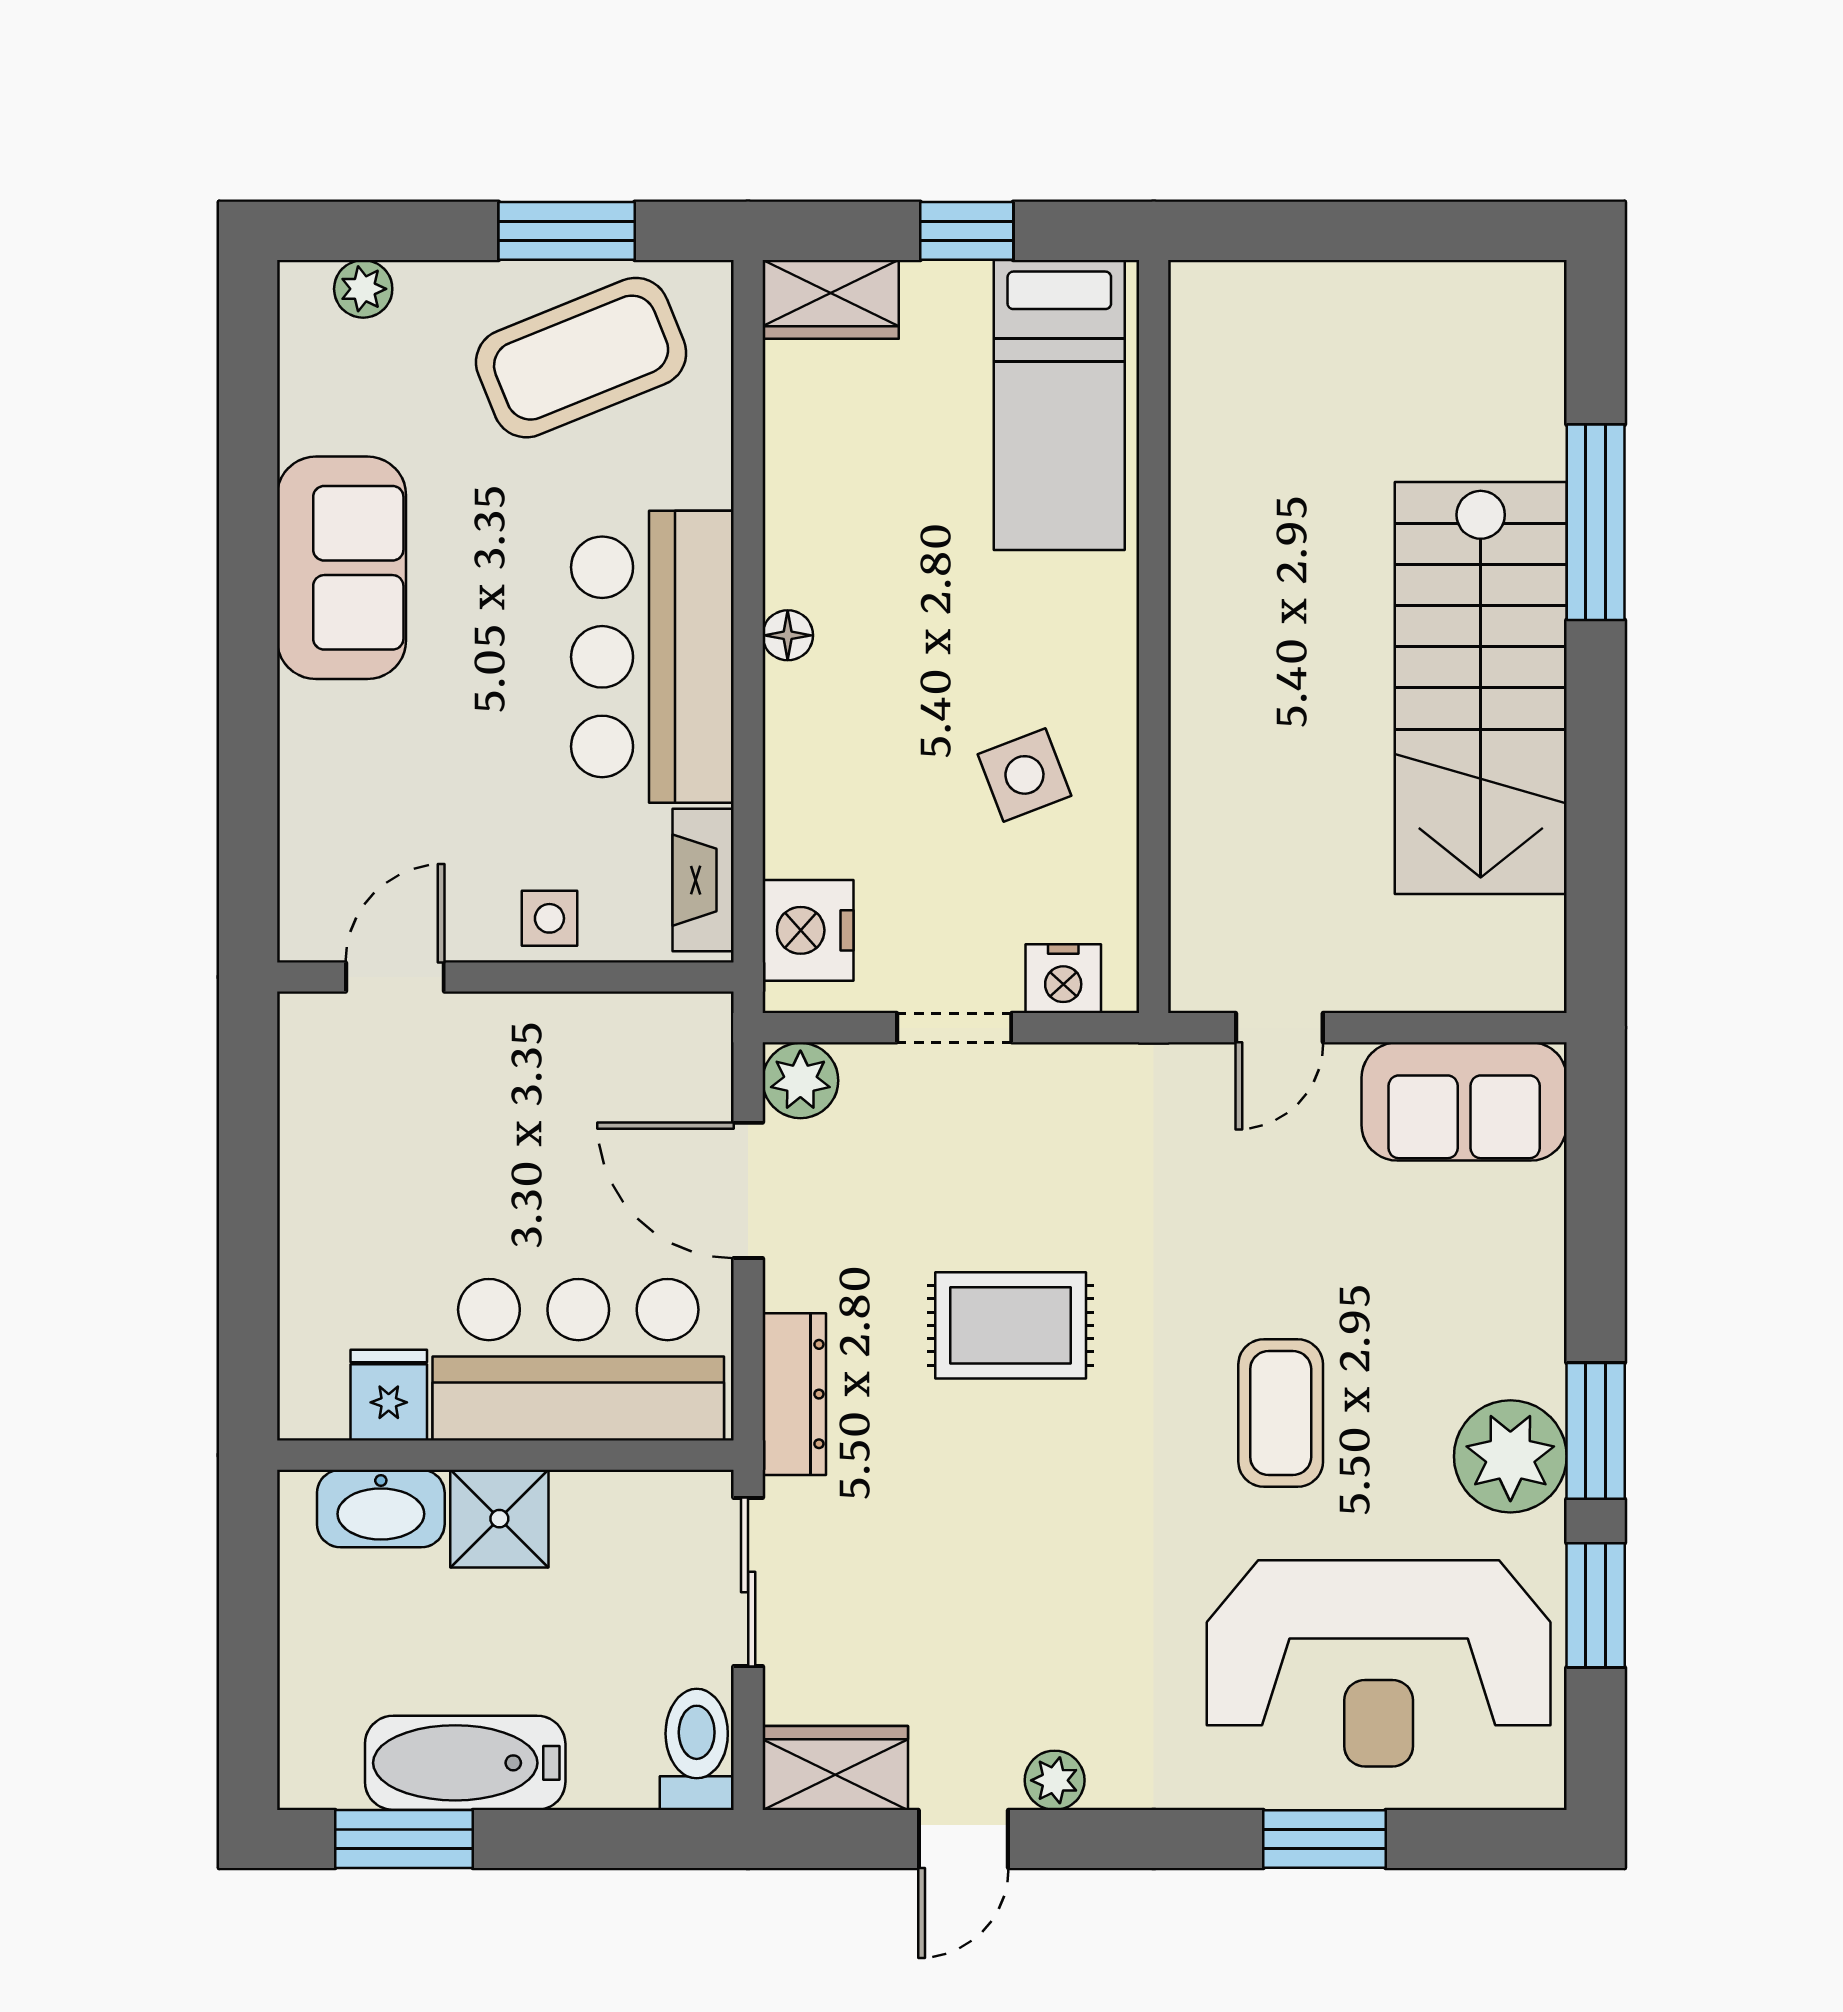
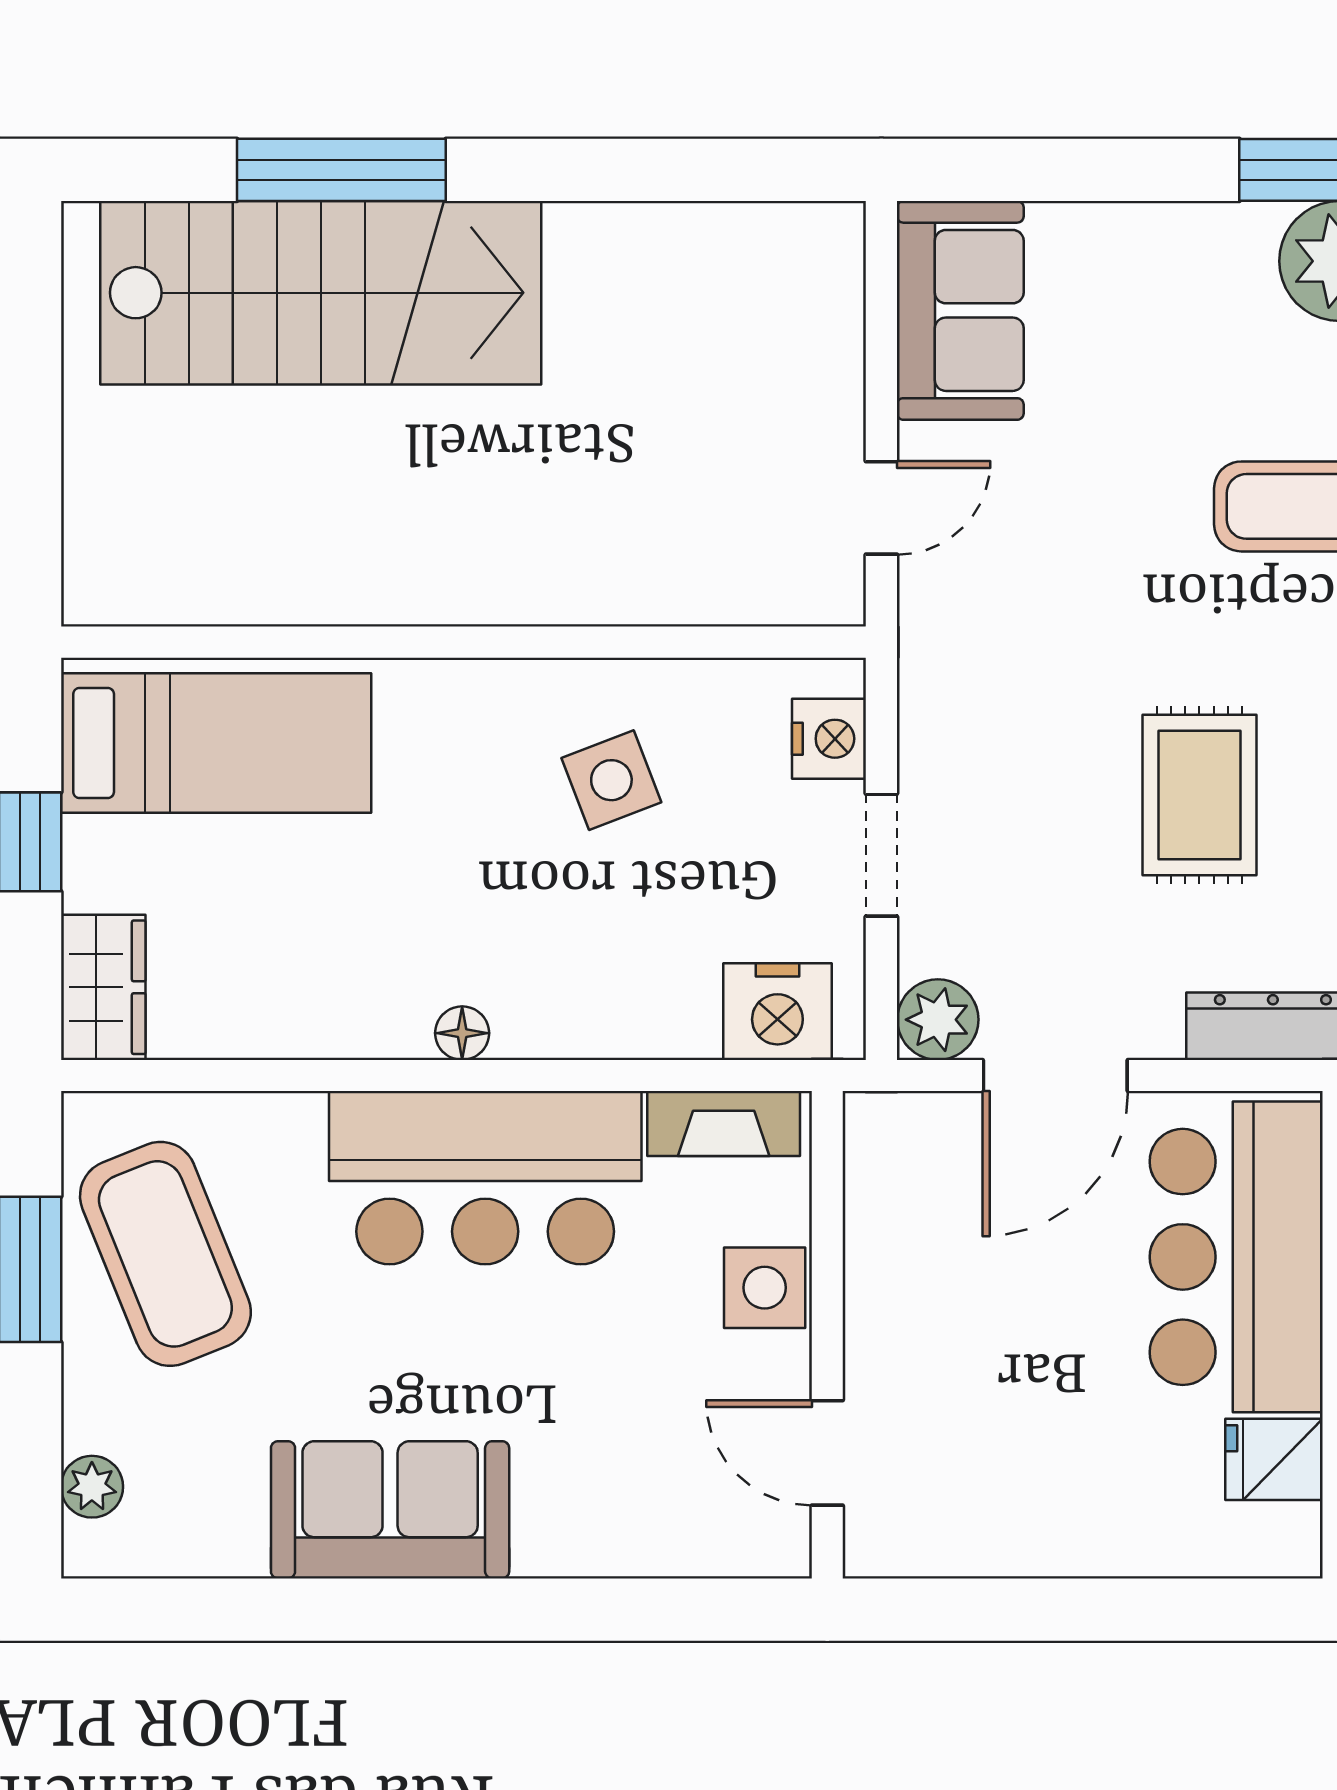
stairs: (1481, 688) -> (321, 293), moved
side table: (549, 918) -> (765, 1288), width x1.37, depth x1.37
door: (1279, 1028) -> (881, 508), hinge flipped

